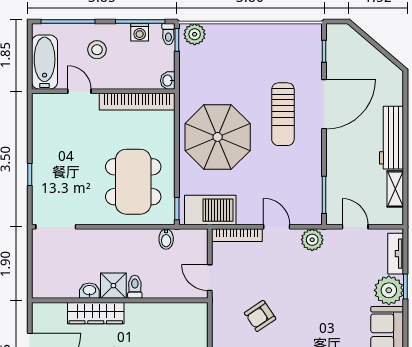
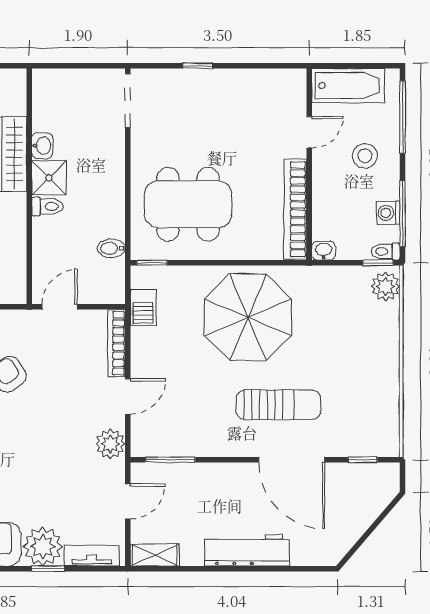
sun lounger: (283, 114) -> (278, 405), turned 180
shelving: (395, 189) -> (155, 555), moved
barbecue: (210, 210) -> (143, 307), width x0.53, depth x0.65

